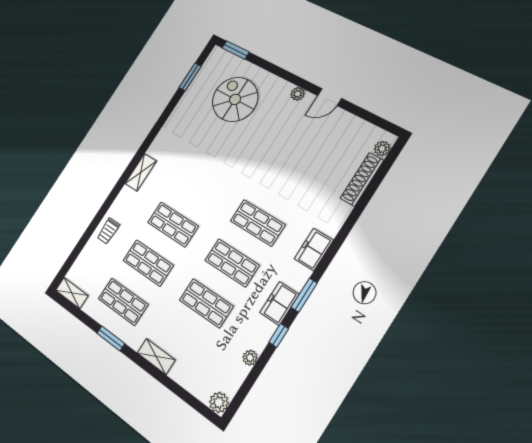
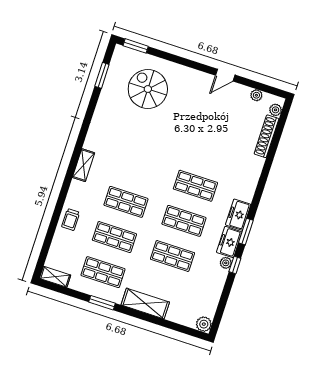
plant: (298, 94) -> (256, 95), moved
freezer: (314, 250) -> (238, 215), moved
shelving: (156, 356) -> (145, 304), width x1.50, depth x1.33
plant: (250, 358) -> (226, 263), moved

